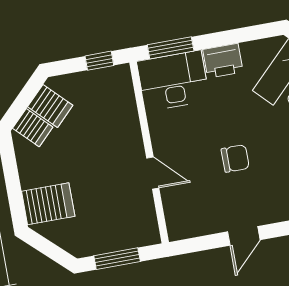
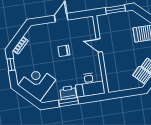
window: (171, 48) -> (69, 102), moved
window: (99, 61) -> (121, 94), removed

